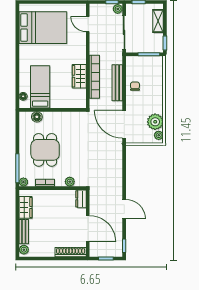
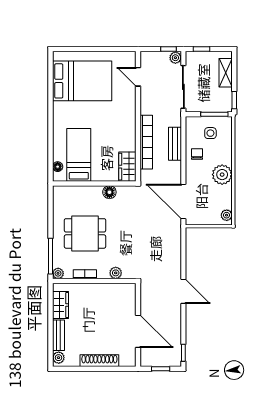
side table: (146, 69) -> (210, 133), added
wardrobe: (79, 76) -> (127, 167), moved
bench: (117, 83) -> (175, 144), width x0.73
floor lamp: (37, 117) -> (109, 192), moved
plant: (155, 122) -> (222, 175), moved
dining table: (45, 150) -> (85, 233), turned 90
dresser: (81, 199) -> (130, 294), removed
door: (124, 209) -> (183, 291), moved
shoe rack: (71, 252) -> (99, 361), moved

